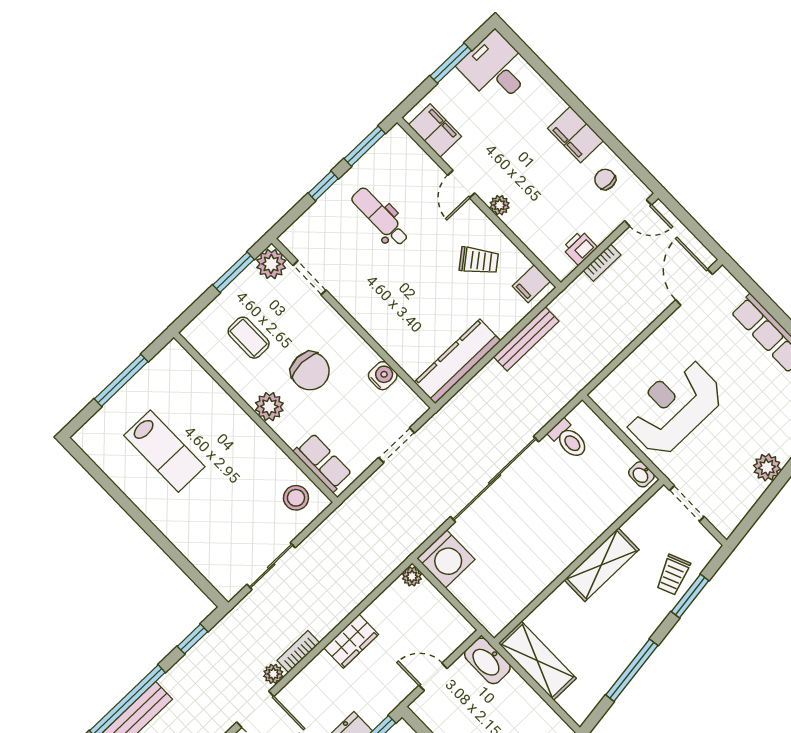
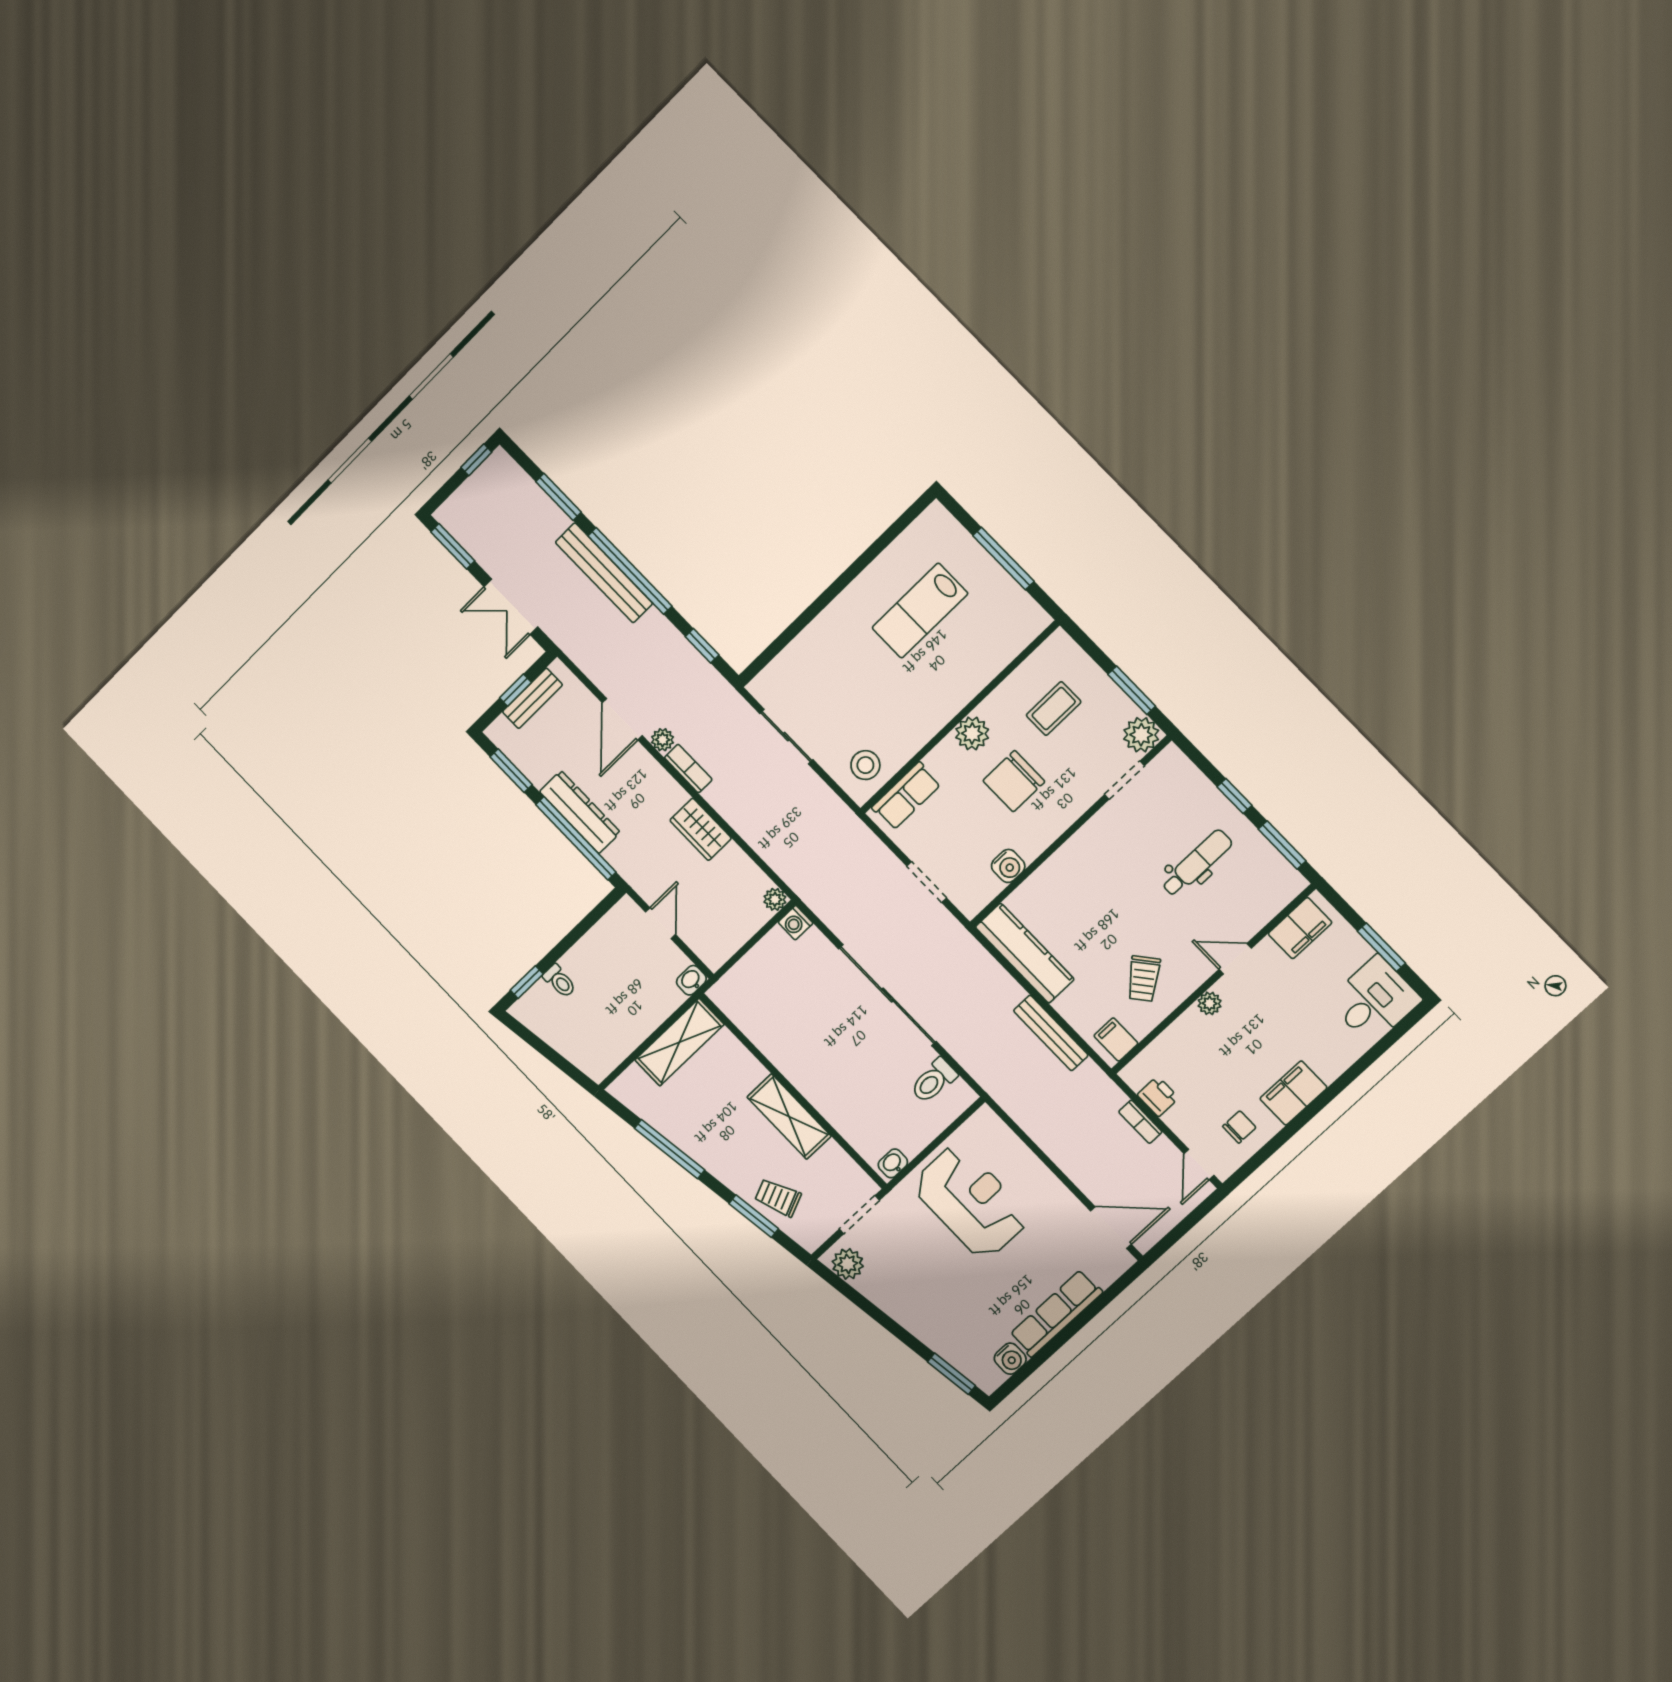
plant: (767, 467) -> (848, 1264), moved
washing machine: (446, 559) -> (795, 923), width x0.53, depth x0.53
washbasin: (487, 661) -> (691, 980), width x0.52, depth x0.69

